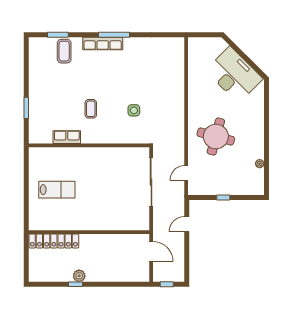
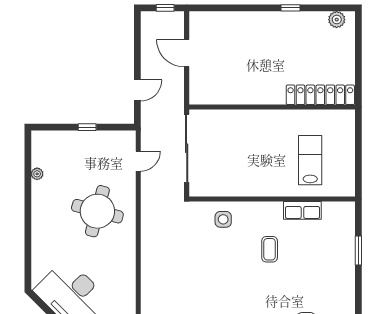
side table: (134, 110) -> (223, 219), moved
lab bench: (57, 190) -> (310, 160), moved, turned 90
wall: (89, 232) -> (272, 107), moved
locker: (54, 241) -> (320, 95), moved
plant: (79, 276) -> (337, 20), moved

